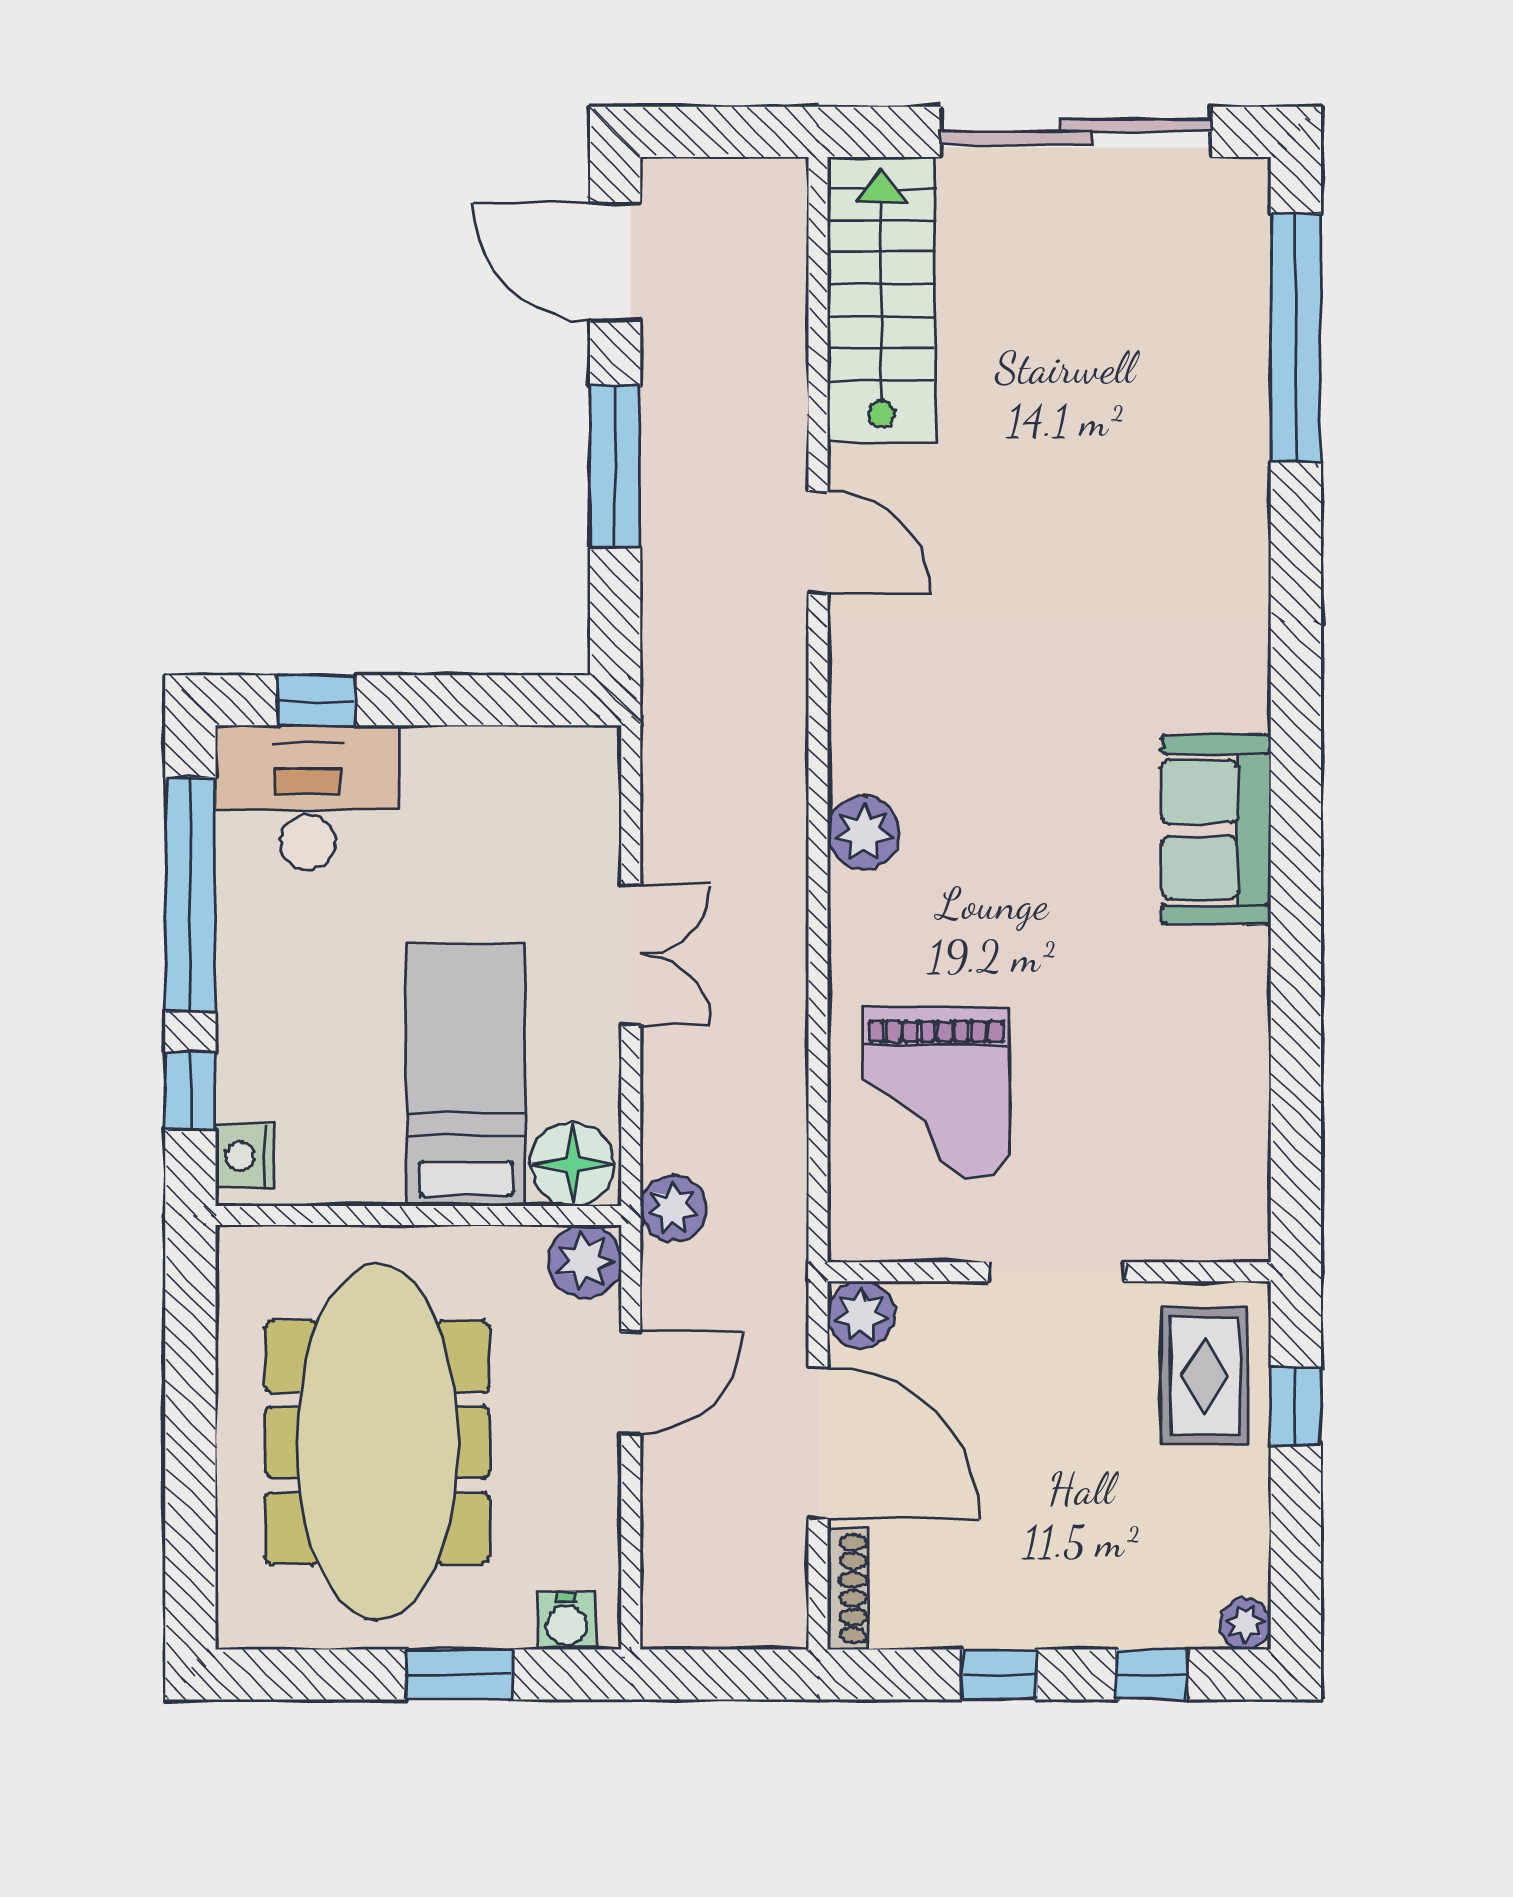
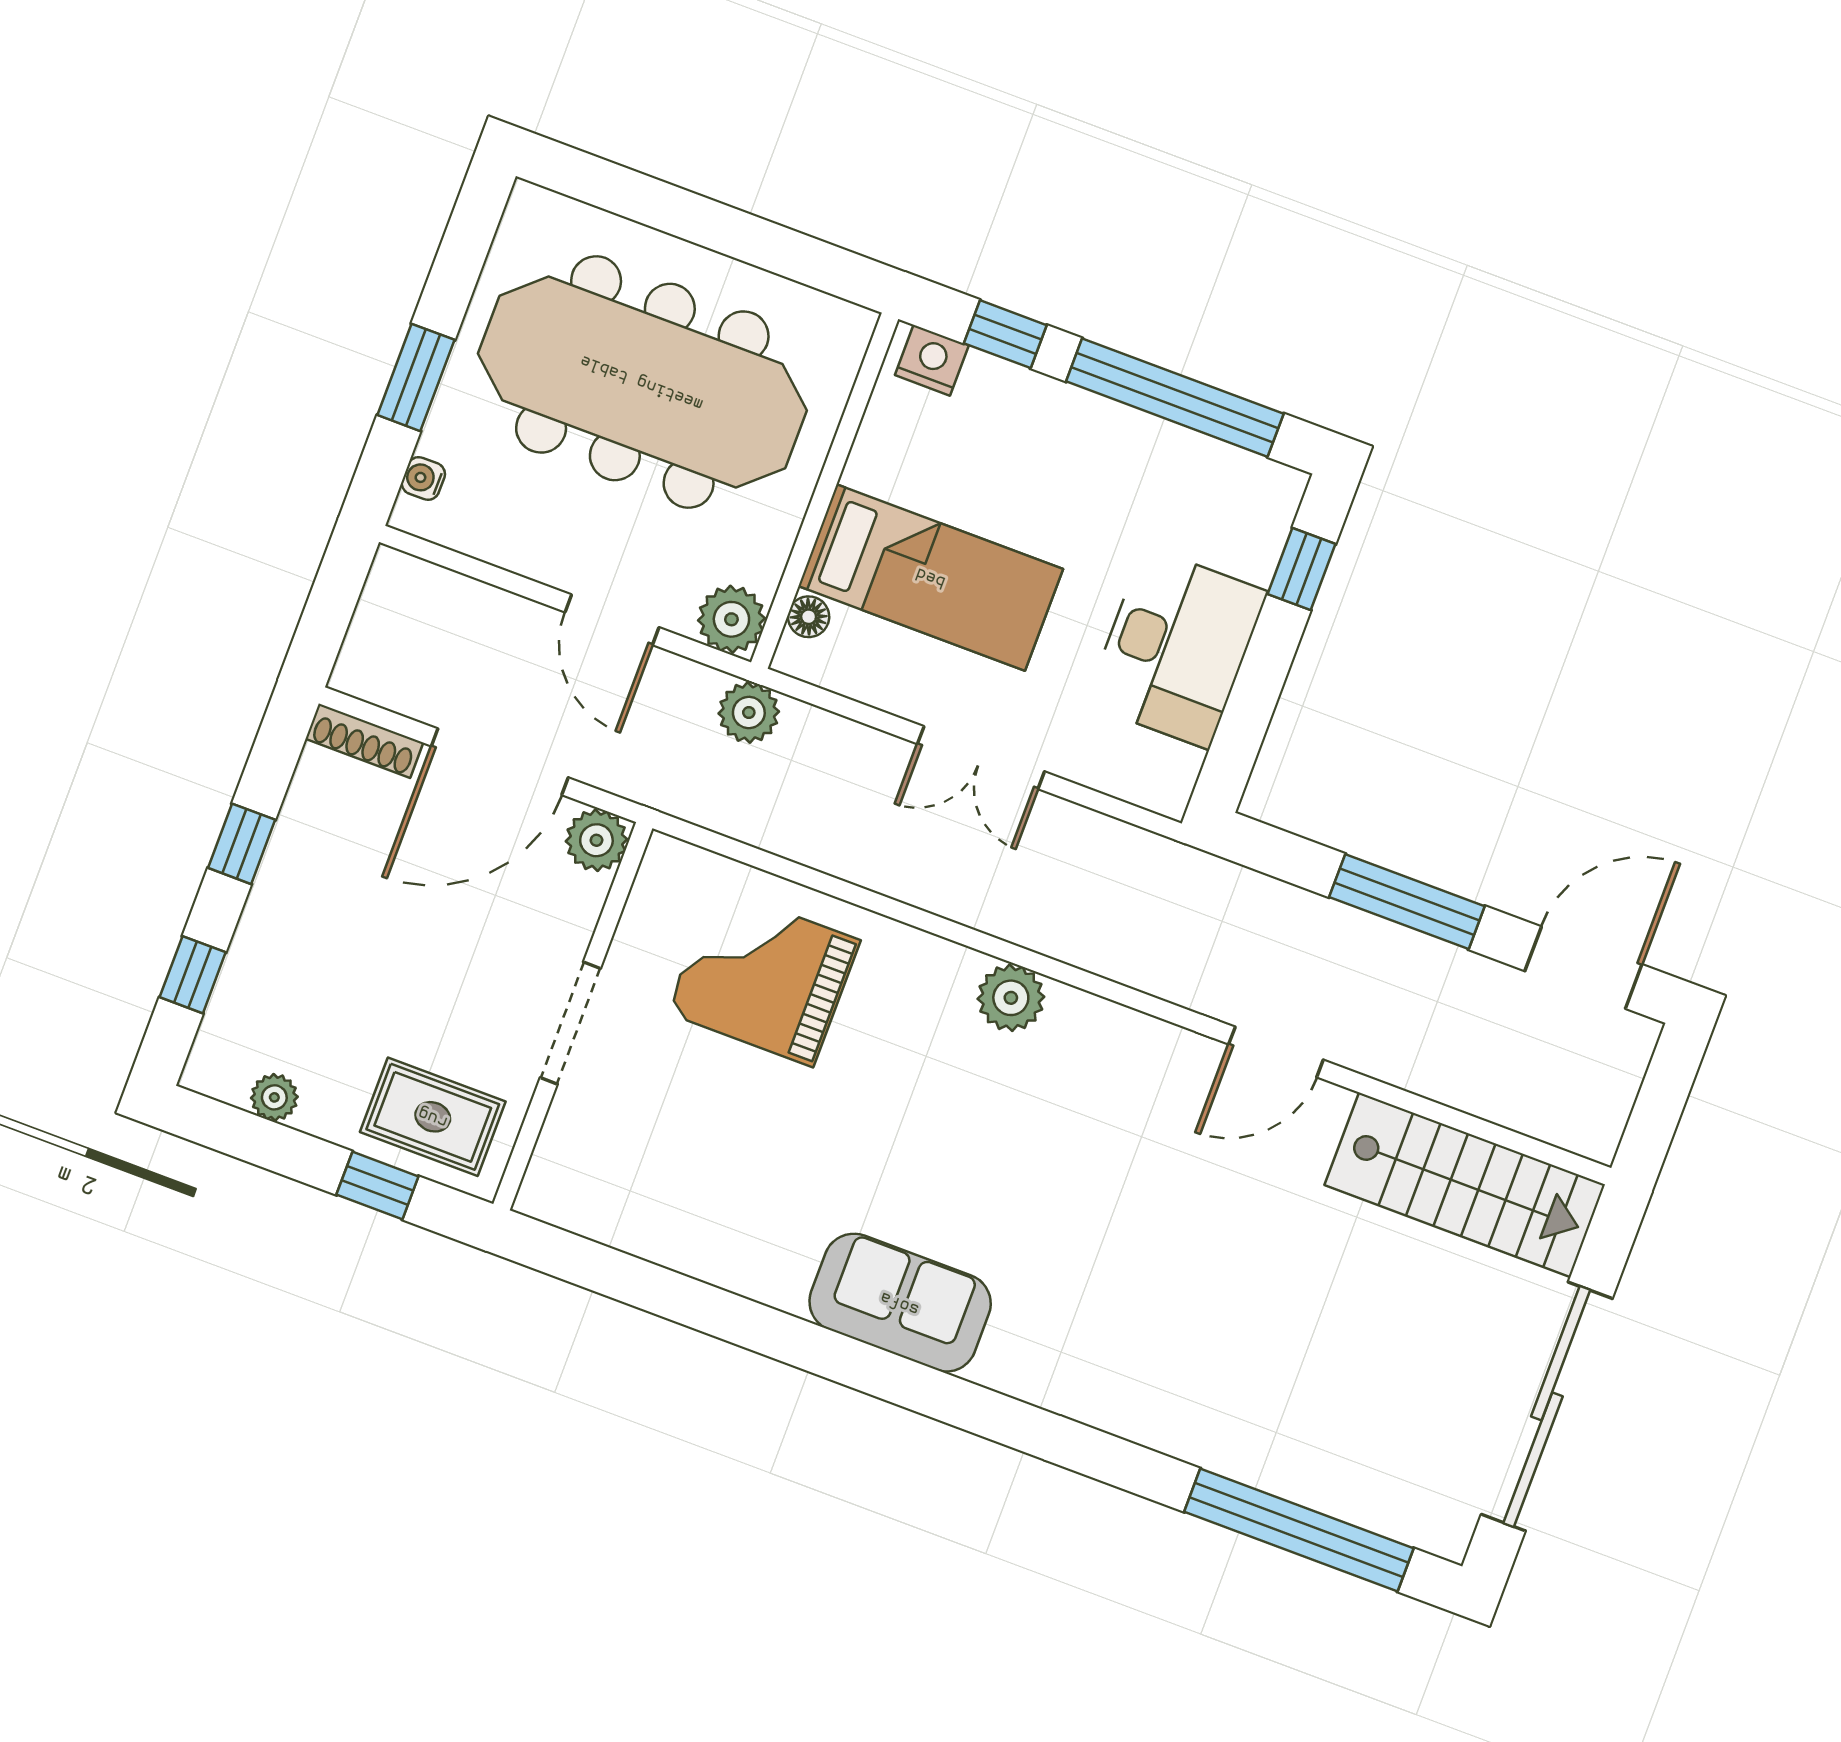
desk: (308, 798) -> (1176, 648), moved
floor lamp: (573, 1164) -> (809, 617), width x0.53, depth x0.53
water cooler: (567, 1621) -> (423, 478), width x0.72, depth x0.72
plant: (1245, 1624) -> (274, 1097), moved

